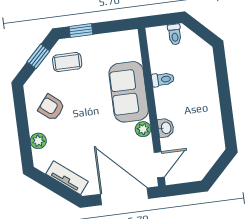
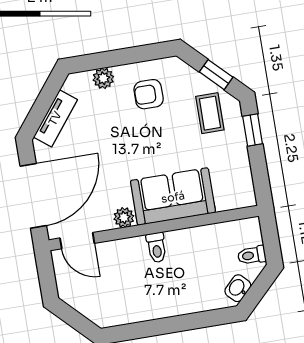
toilet: (163, 79) -> (156, 247), moved
armchair: (51, 107) -> (149, 94), turned -129
washbasin: (166, 128) -> (238, 288), moved, turned 135

